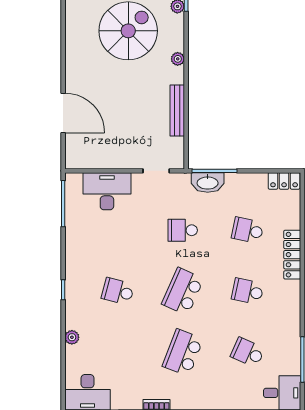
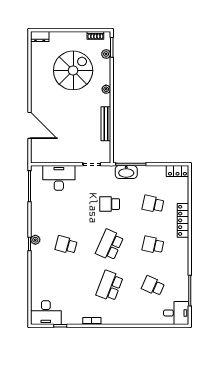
plant: (72, 337) -> (35, 240), moved

